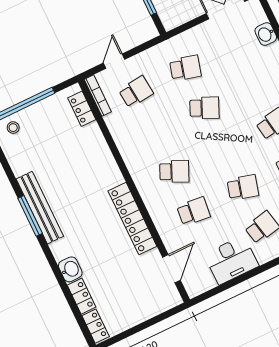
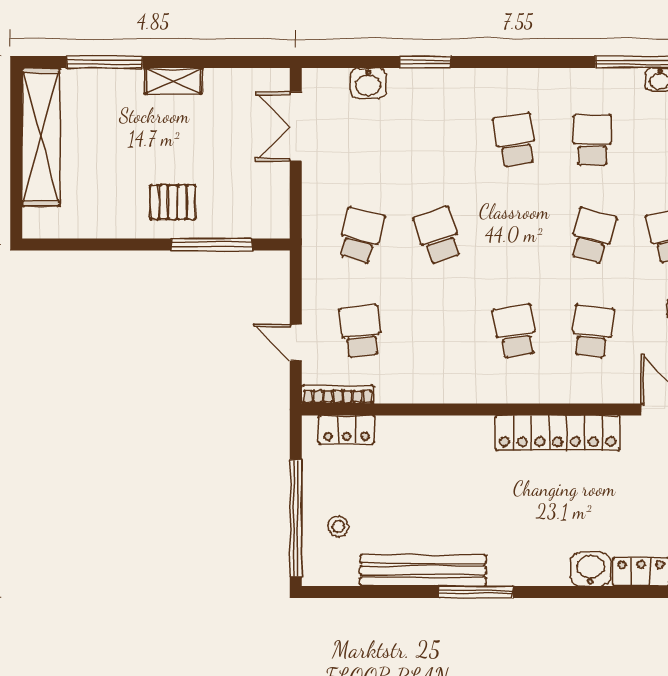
school desk: (204, 108) -> (438, 236), turned -42
stool: (13, 128) -> (338, 527), moved
school desk: (174, 171) -> (515, 331), turned -33
bench: (40, 208) -> (423, 570), moved

